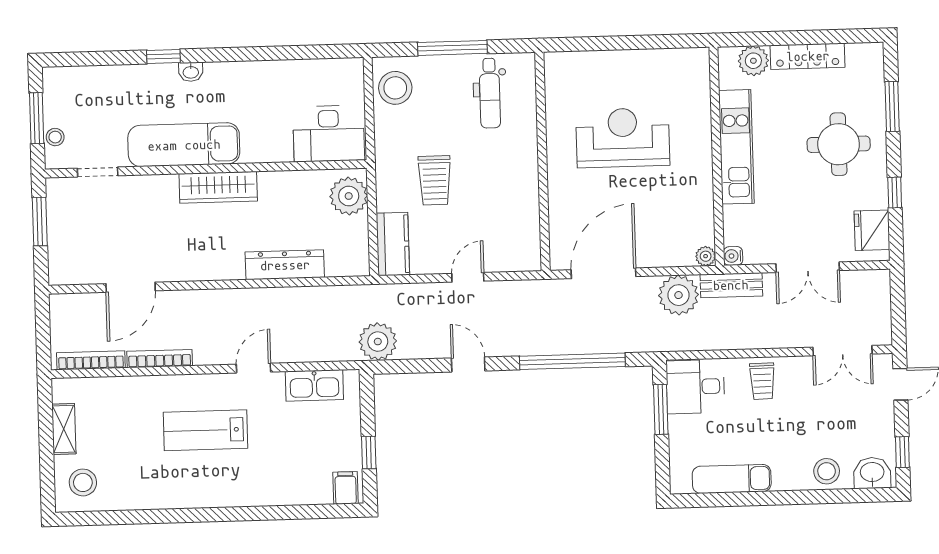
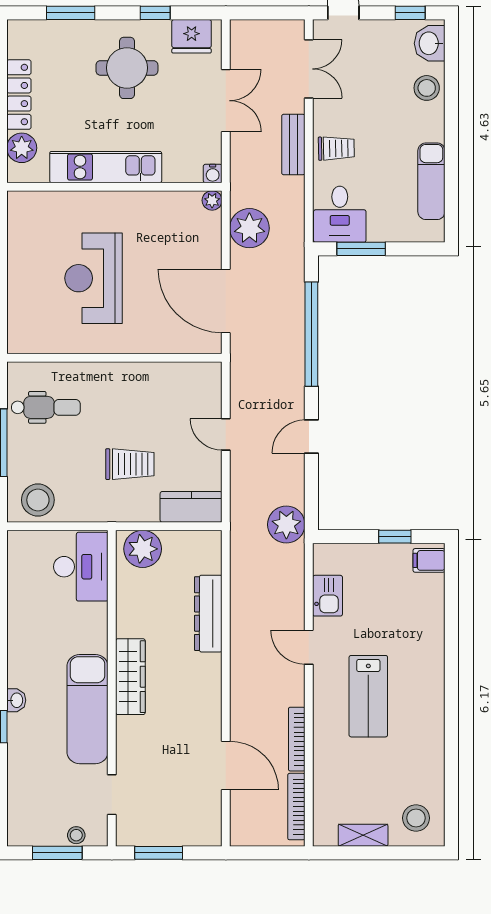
round table: (839, 144) -> (127, 68), moved
bench: (731, 285) -> (293, 145), moved
kitchen sink: (314, 385) -> (328, 596), width x0.73

